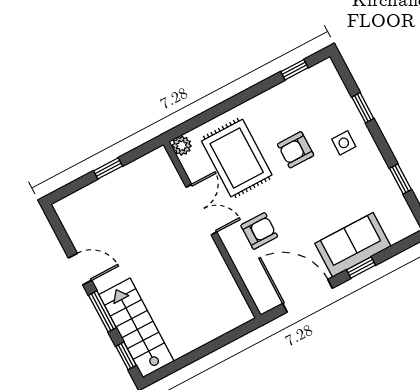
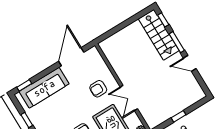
sofa: (353, 245) -> (44, 88), width x1.36
window: (361, 267) -> (24, 85), moved
door: (308, 296) -> (71, 57), swing flipped

